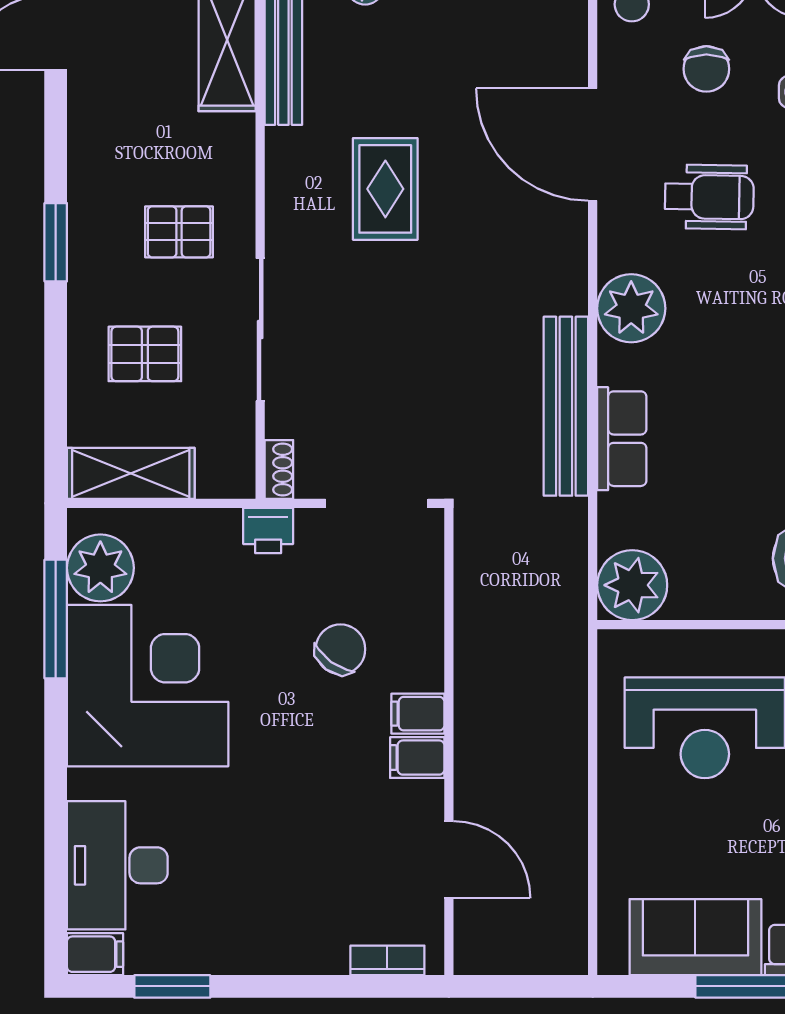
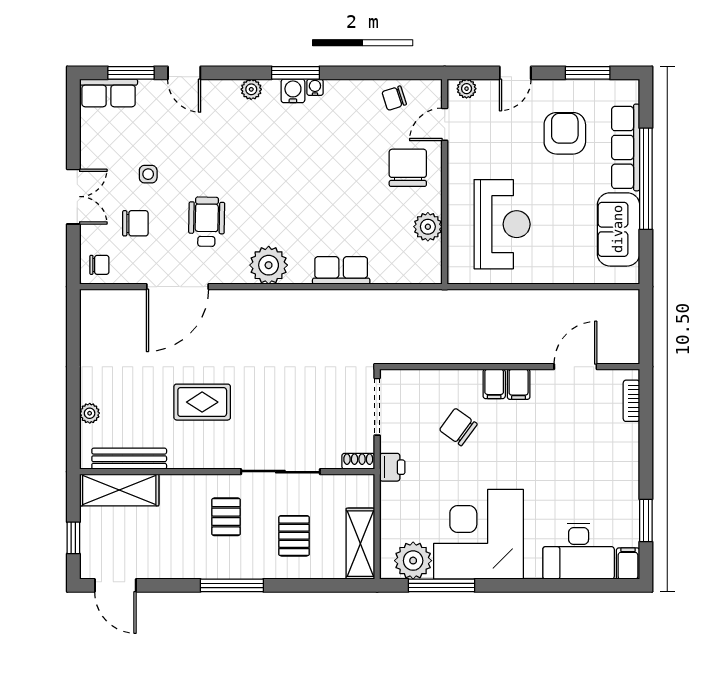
window: (56, 242) -> (232, 585), width x1.44
bench: (566, 406) -> (323, 301), removed
plant: (632, 585) -> (428, 227), moved, width x0.73, depth x0.73

